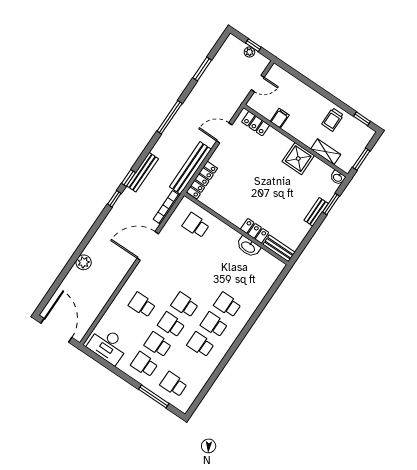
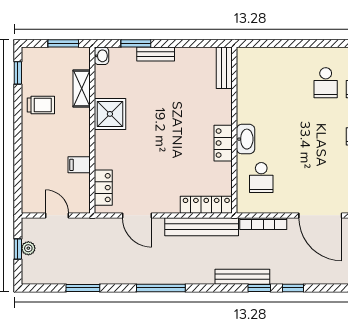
locker: (255, 231) -> (223, 143), moved
washbasin: (248, 247) -> (246, 139), moved

